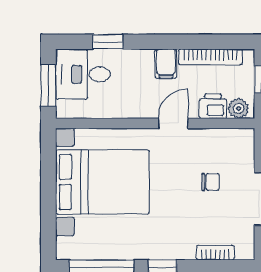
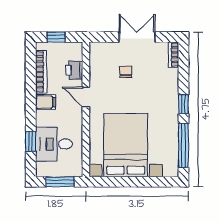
desk: (83, 74) -> (54, 144), moved, turned 90
plant: (239, 108) -> (76, 53), removed
bookcase: (215, 253) -> (173, 55), moved

